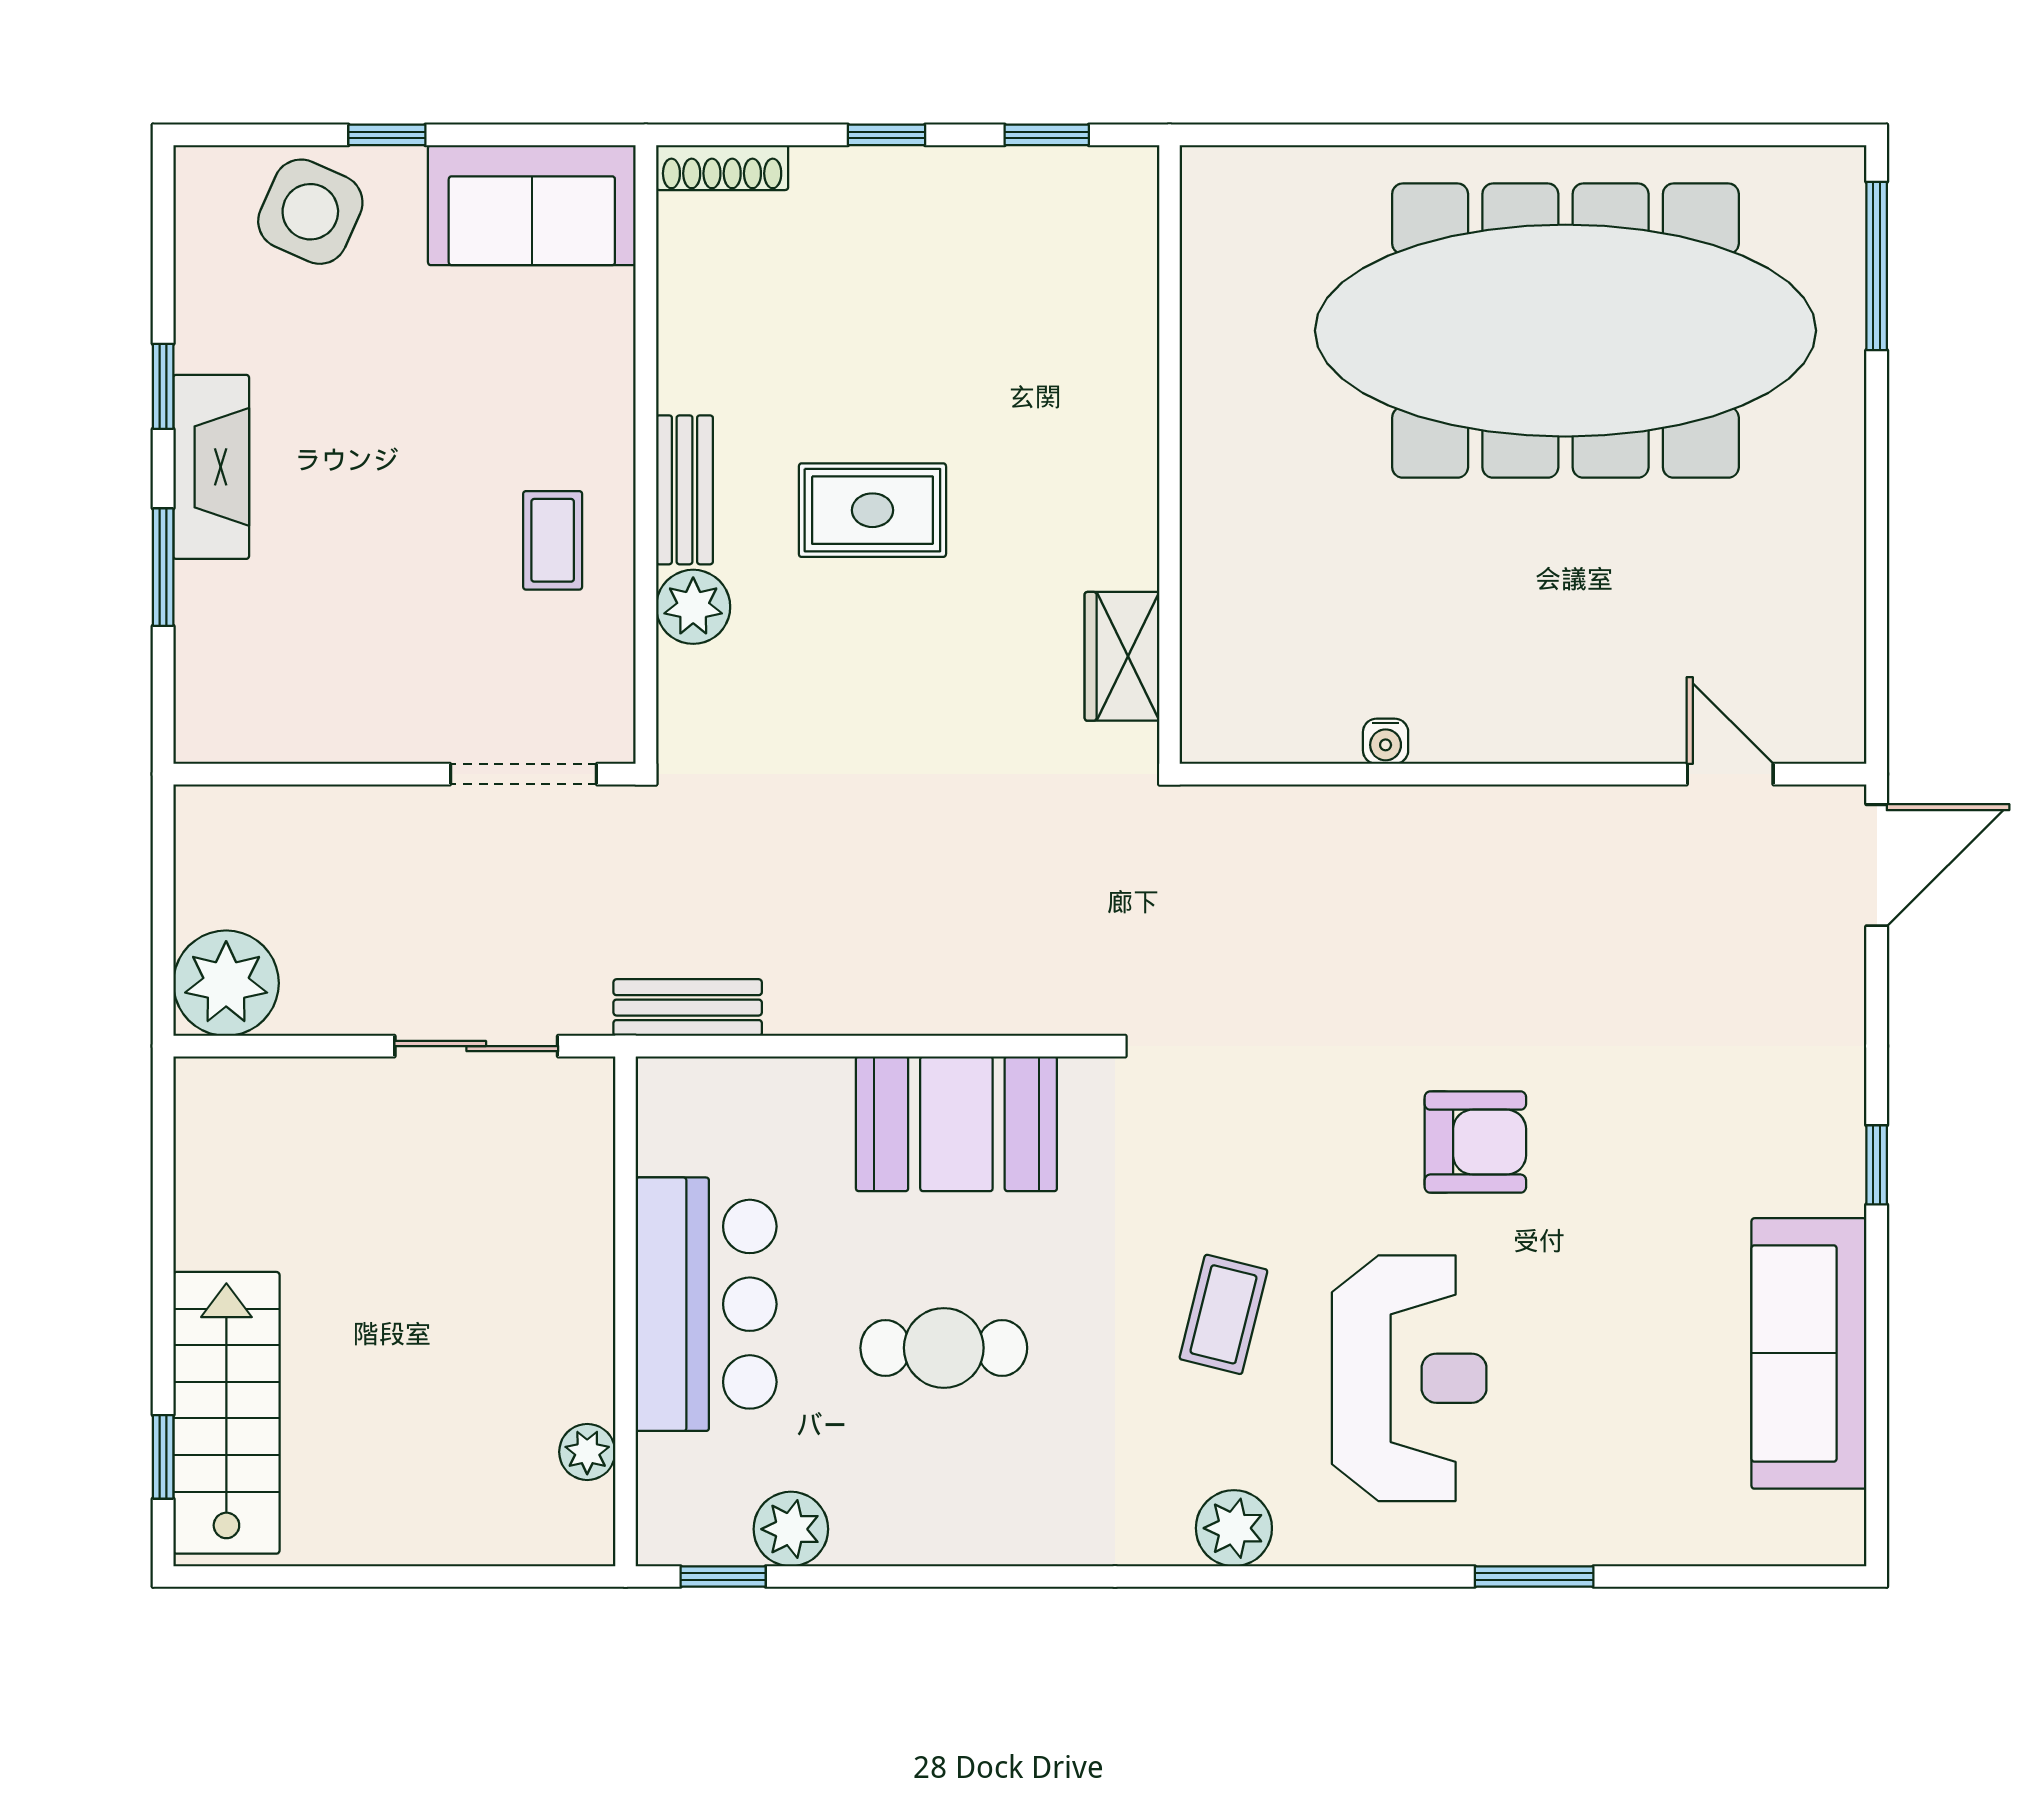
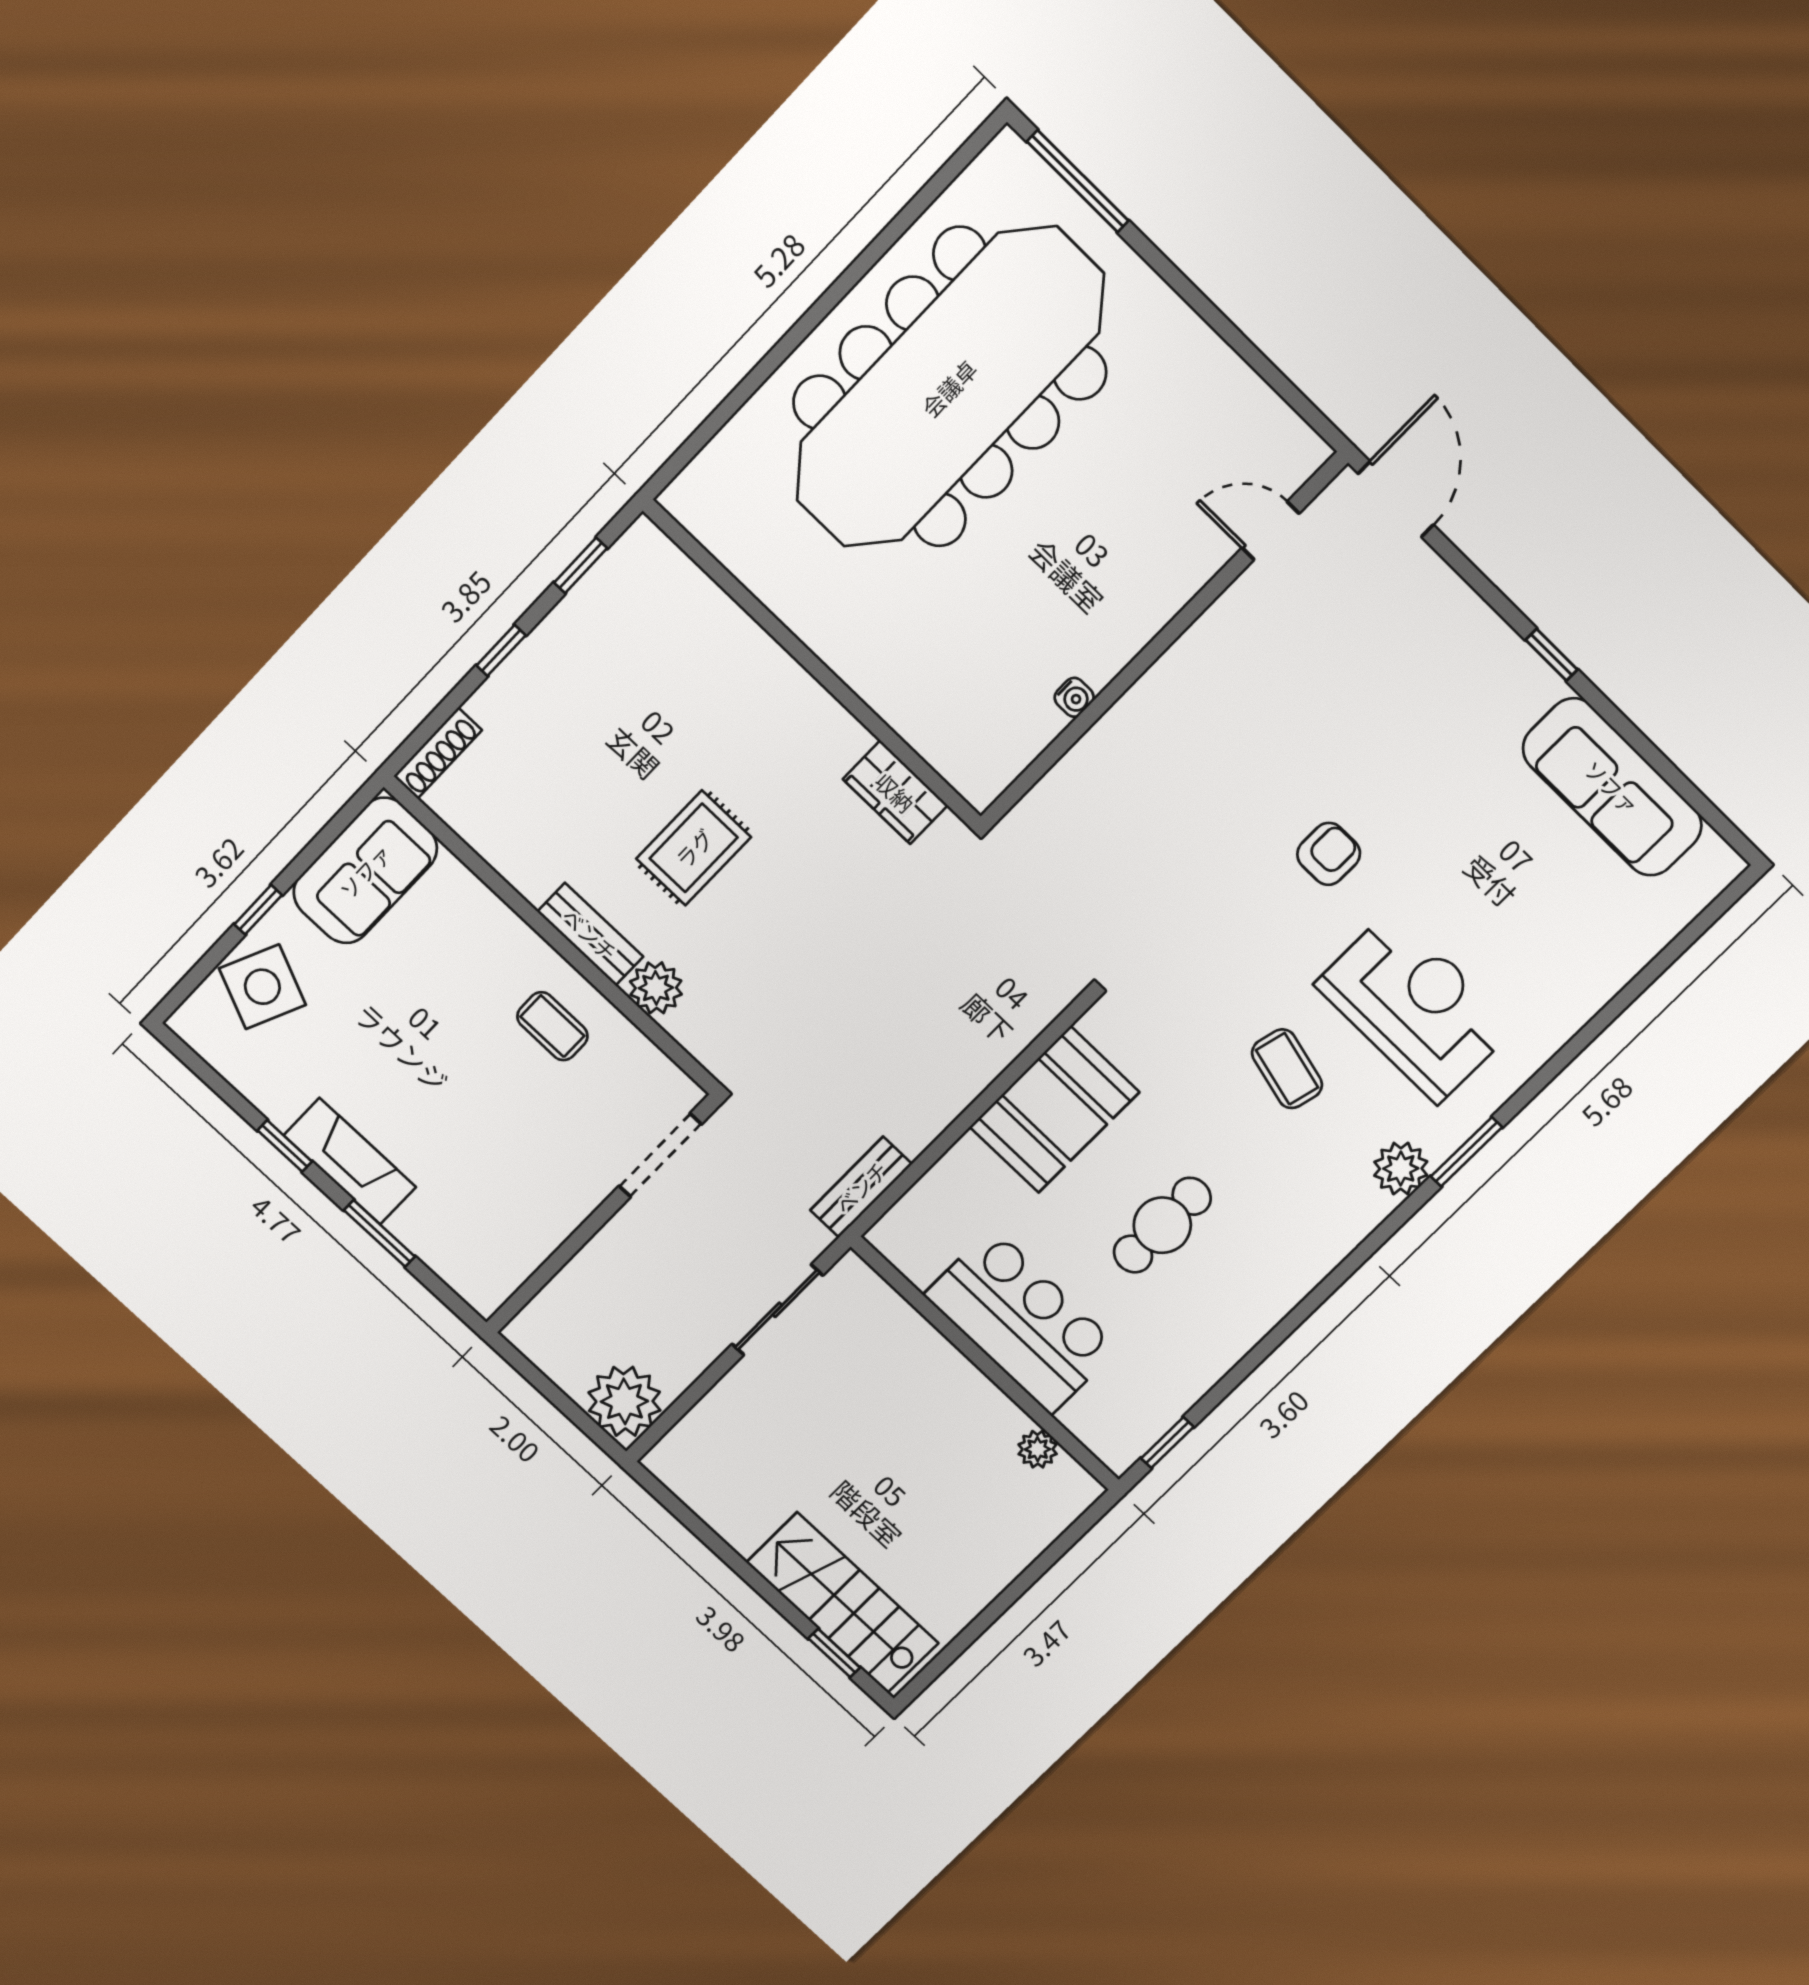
armchair: (1475, 1142) -> (1329, 854), width x0.72, depth x0.72
plant: (791, 1529) -> (1177, 1387), removed
window: (1534, 1576) -> (1466, 1152), moved

